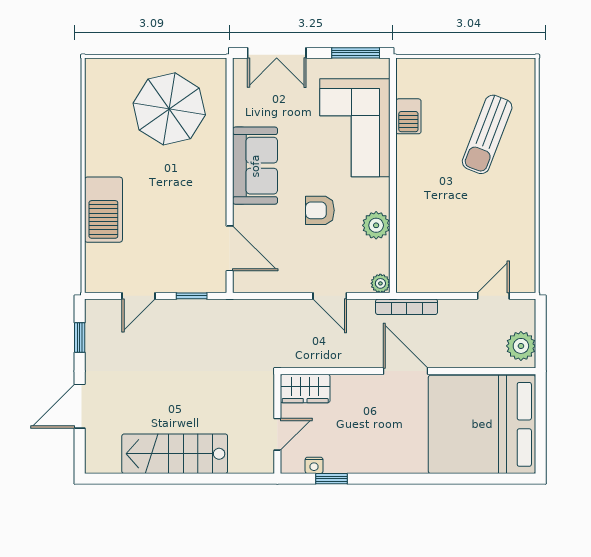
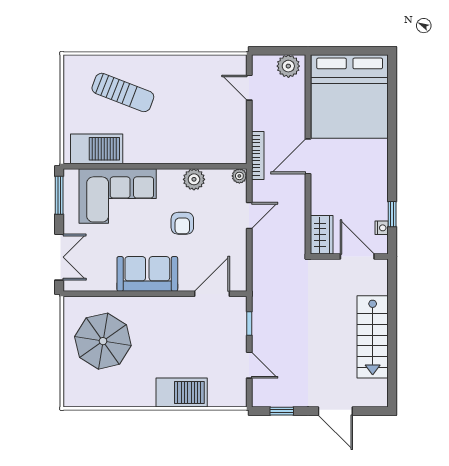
barbecue: (408, 116) -> (97, 149), width x1.88, depth x1.53
door: (277, 434) -> (357, 256), width x1.38

